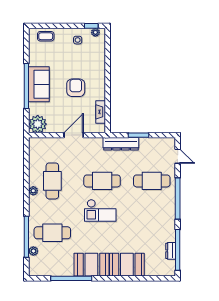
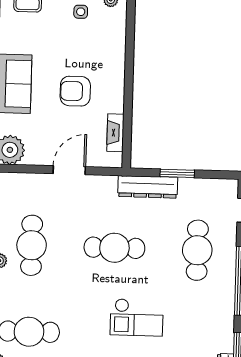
armchair: (76, 88) -> (75, 91), turned -90
cafe table: (152, 181) -> (197, 250), turned 90
checkout: (100, 210) -> (137, 317), moved

